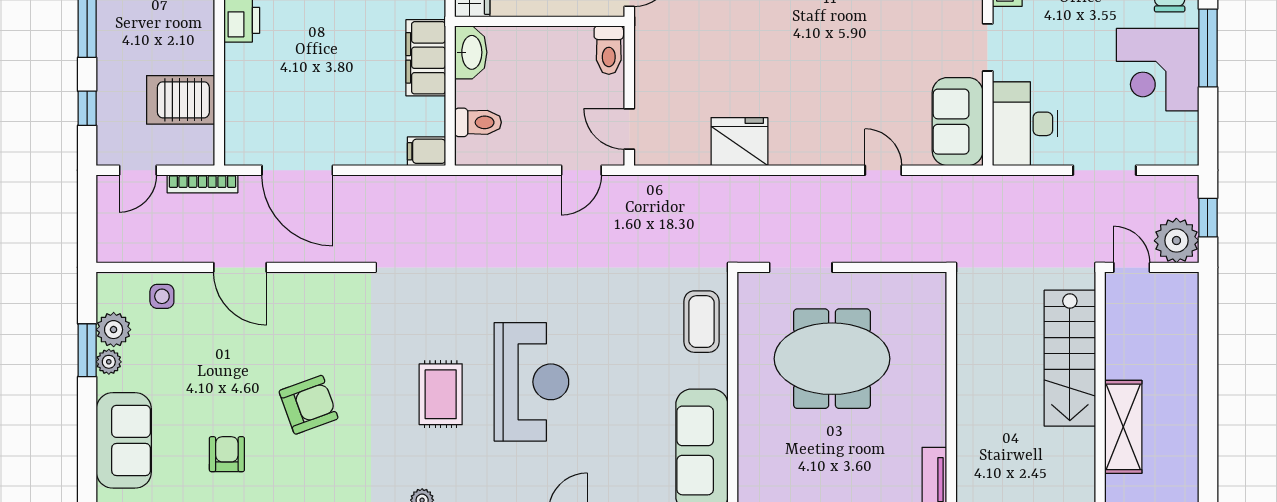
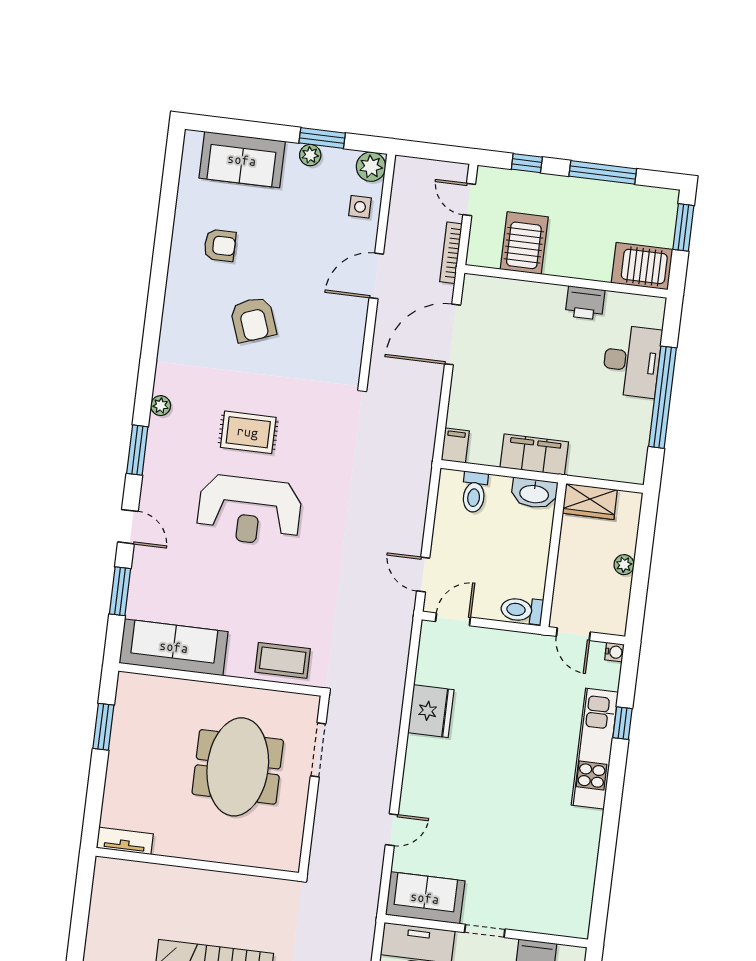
plant: (114, 330) -> (371, 167), moved

